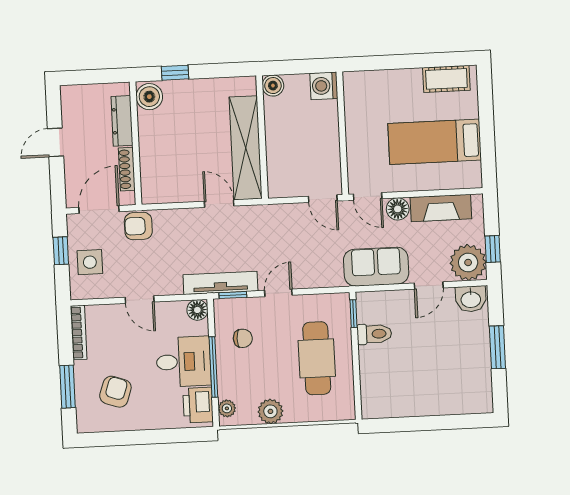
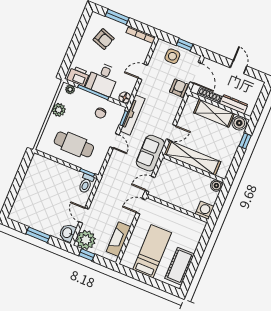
cot: (446, 79) -> (180, 266), width x1.37, depth x1.34
shelving: (153, 147) -> (214, 113), added
floor lamp: (398, 209) -> (128, 218), removed
sofa: (376, 267) -> (150, 153), moved, turned 180
toilet: (374, 334) -> (86, 184), moved

